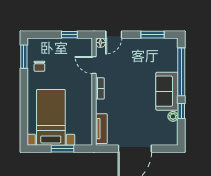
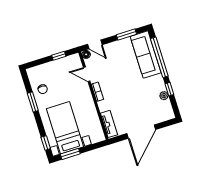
door: (114, 35) -> (95, 44), hinge flipped
window: (24, 57) -> (33, 102), moved
sofa: (167, 91) -> (146, 55), moved, width x1.36
window: (24, 128) -> (46, 143), added
window: (62, 149) -> (70, 154), moved

